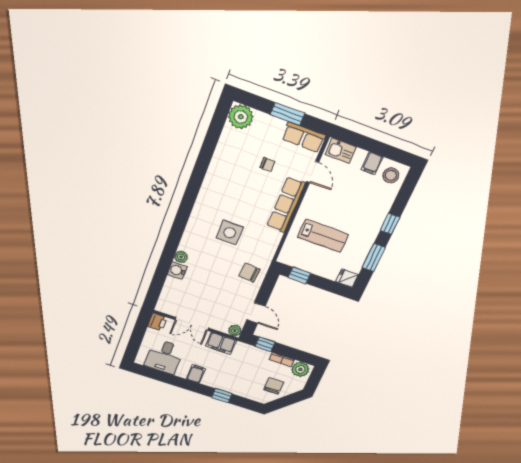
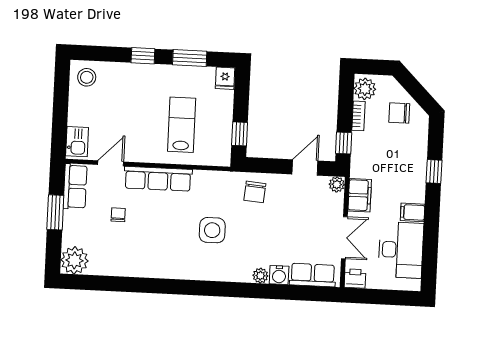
filing cabinet: (372, 163) -> (80, 103), removed
row of seats: (170, 294) -> (313, 275), added
desk: (164, 357) -> (401, 250), width x1.37

